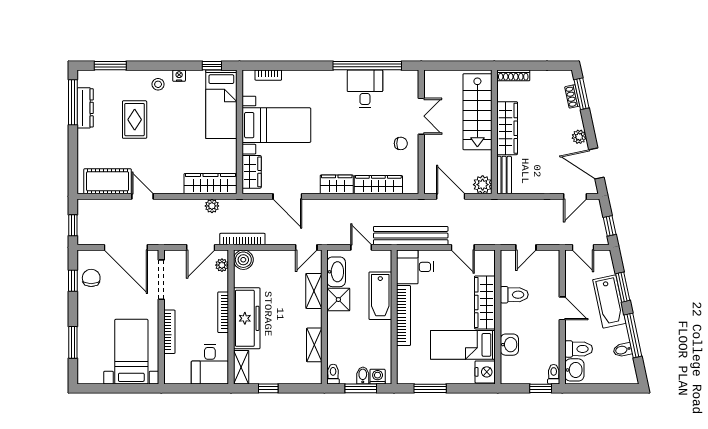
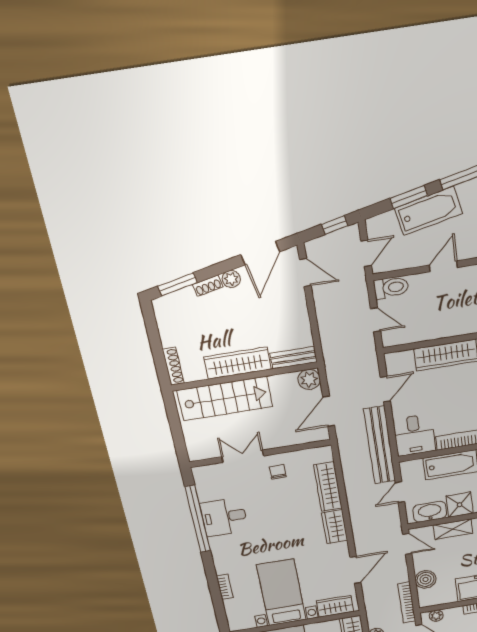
bookcase: (268, 75) -> (225, 587), moved
shoe rack: (572, 96) -> (208, 286), moved
boiler: (243, 260) -> (426, 579), moved
toilet: (514, 295) -> (391, 288), moved, turned 90

